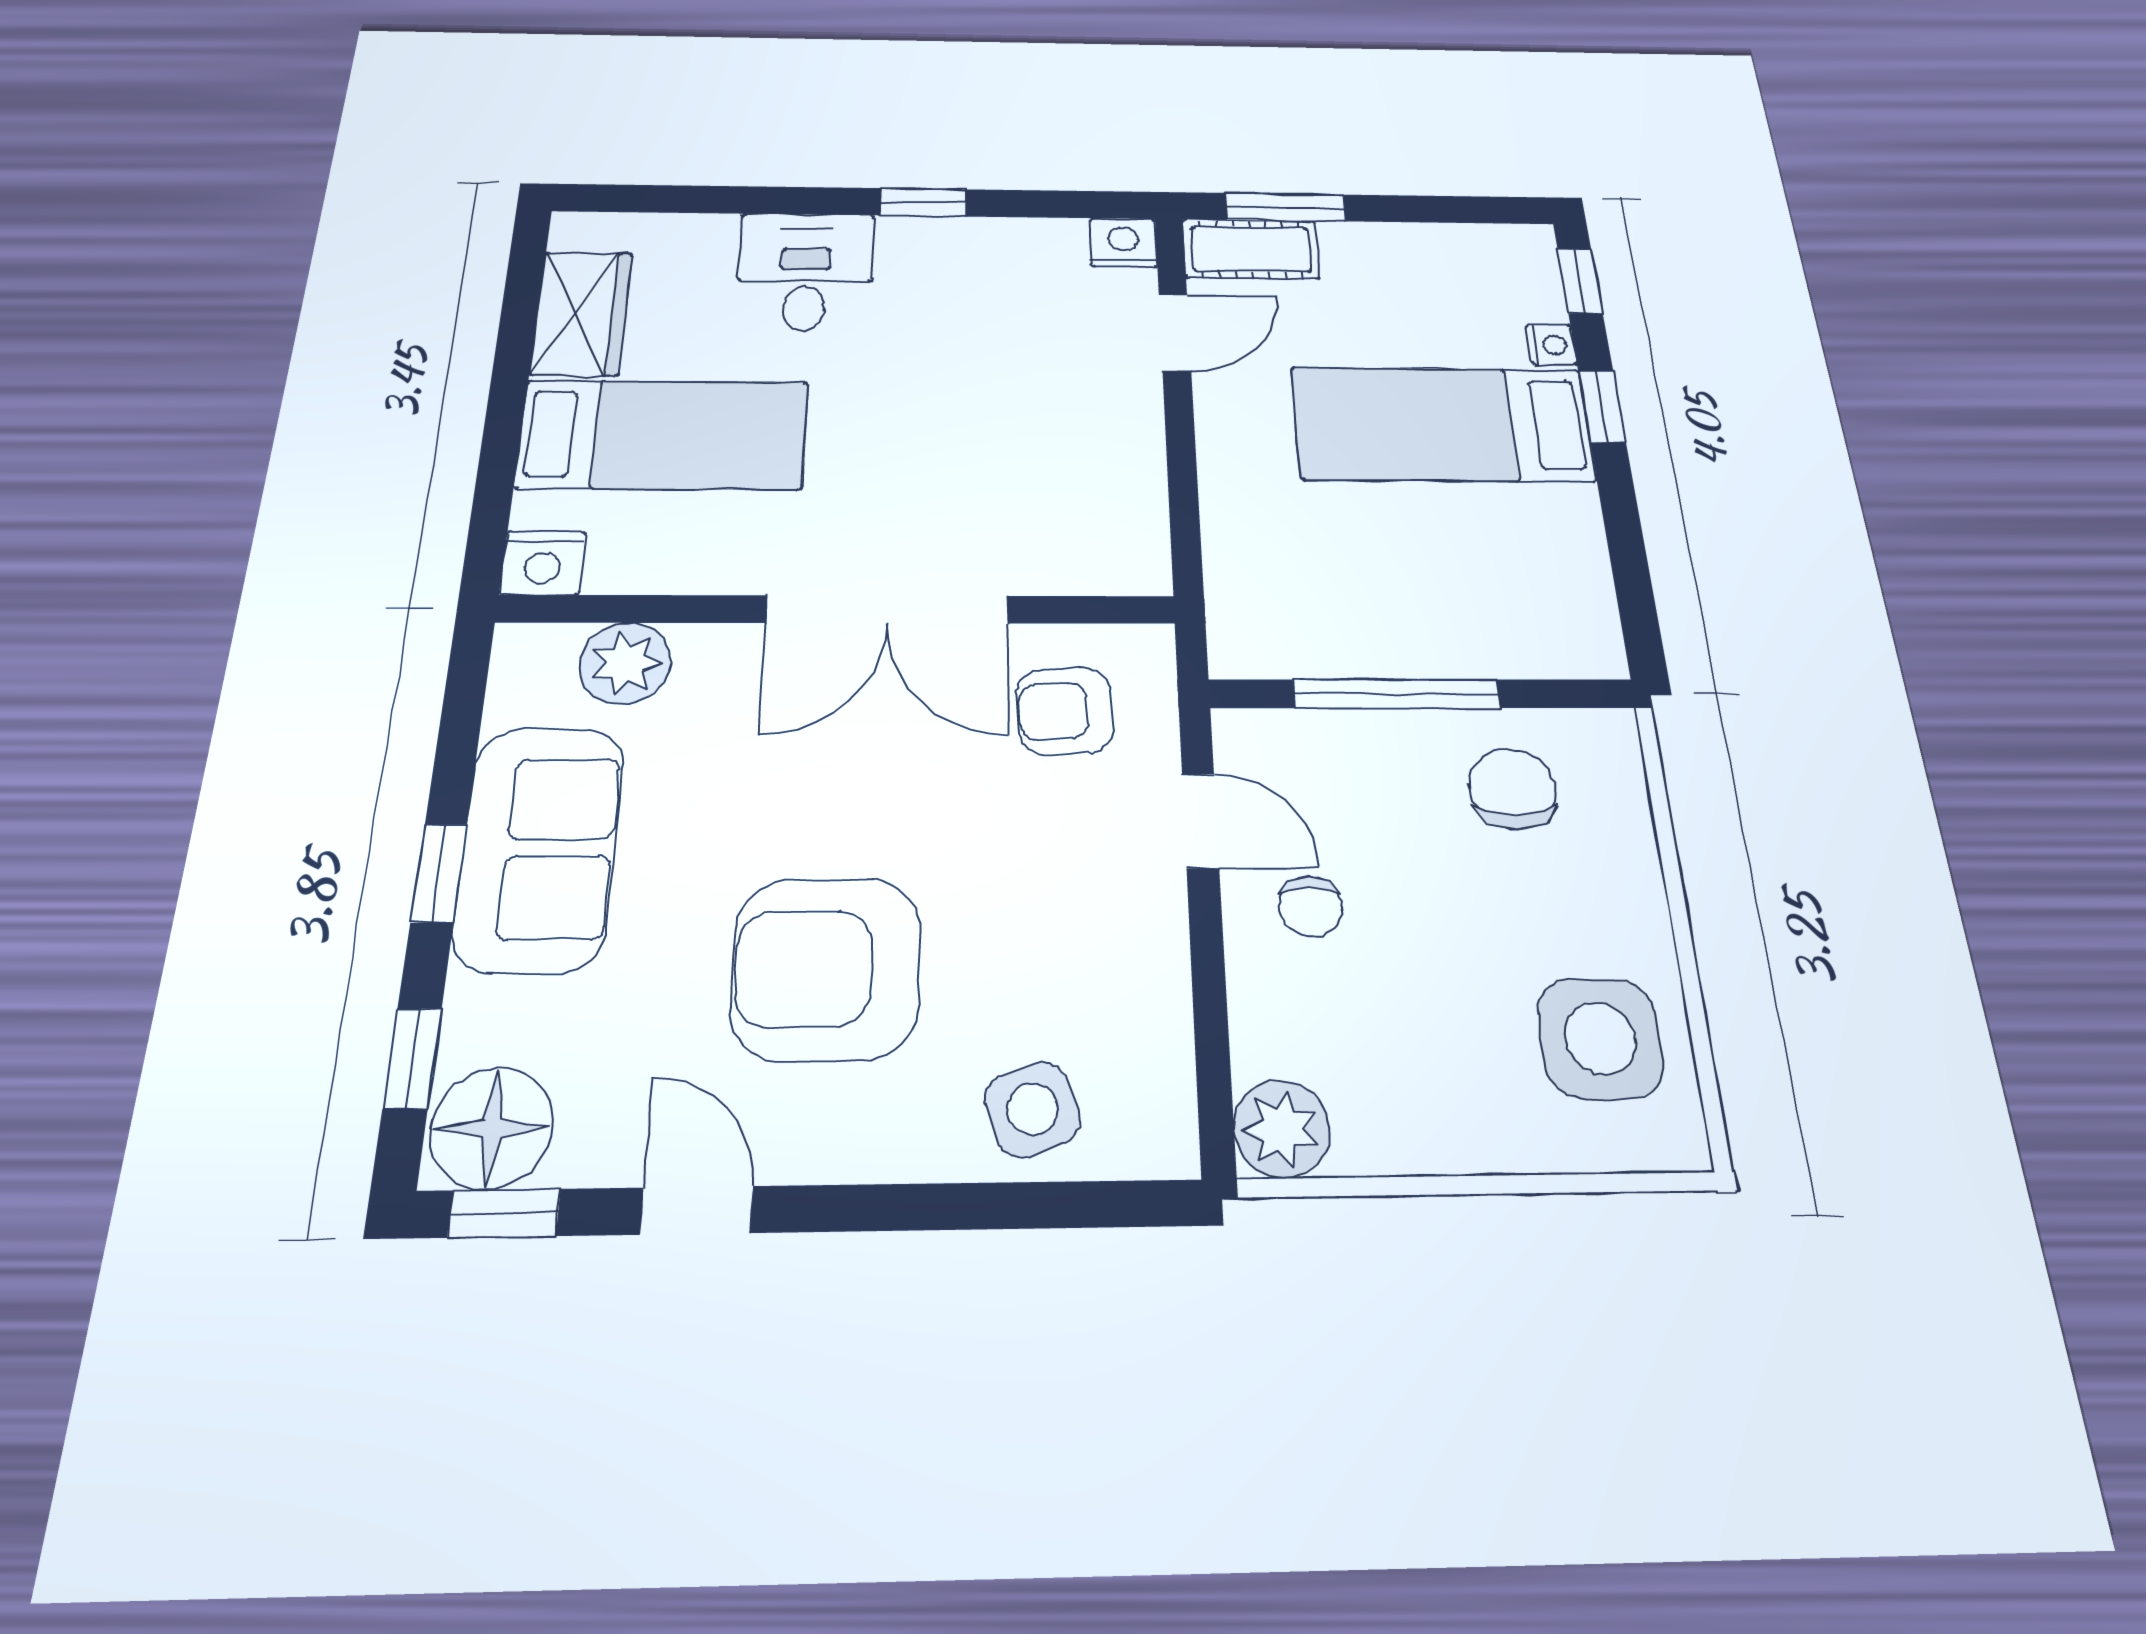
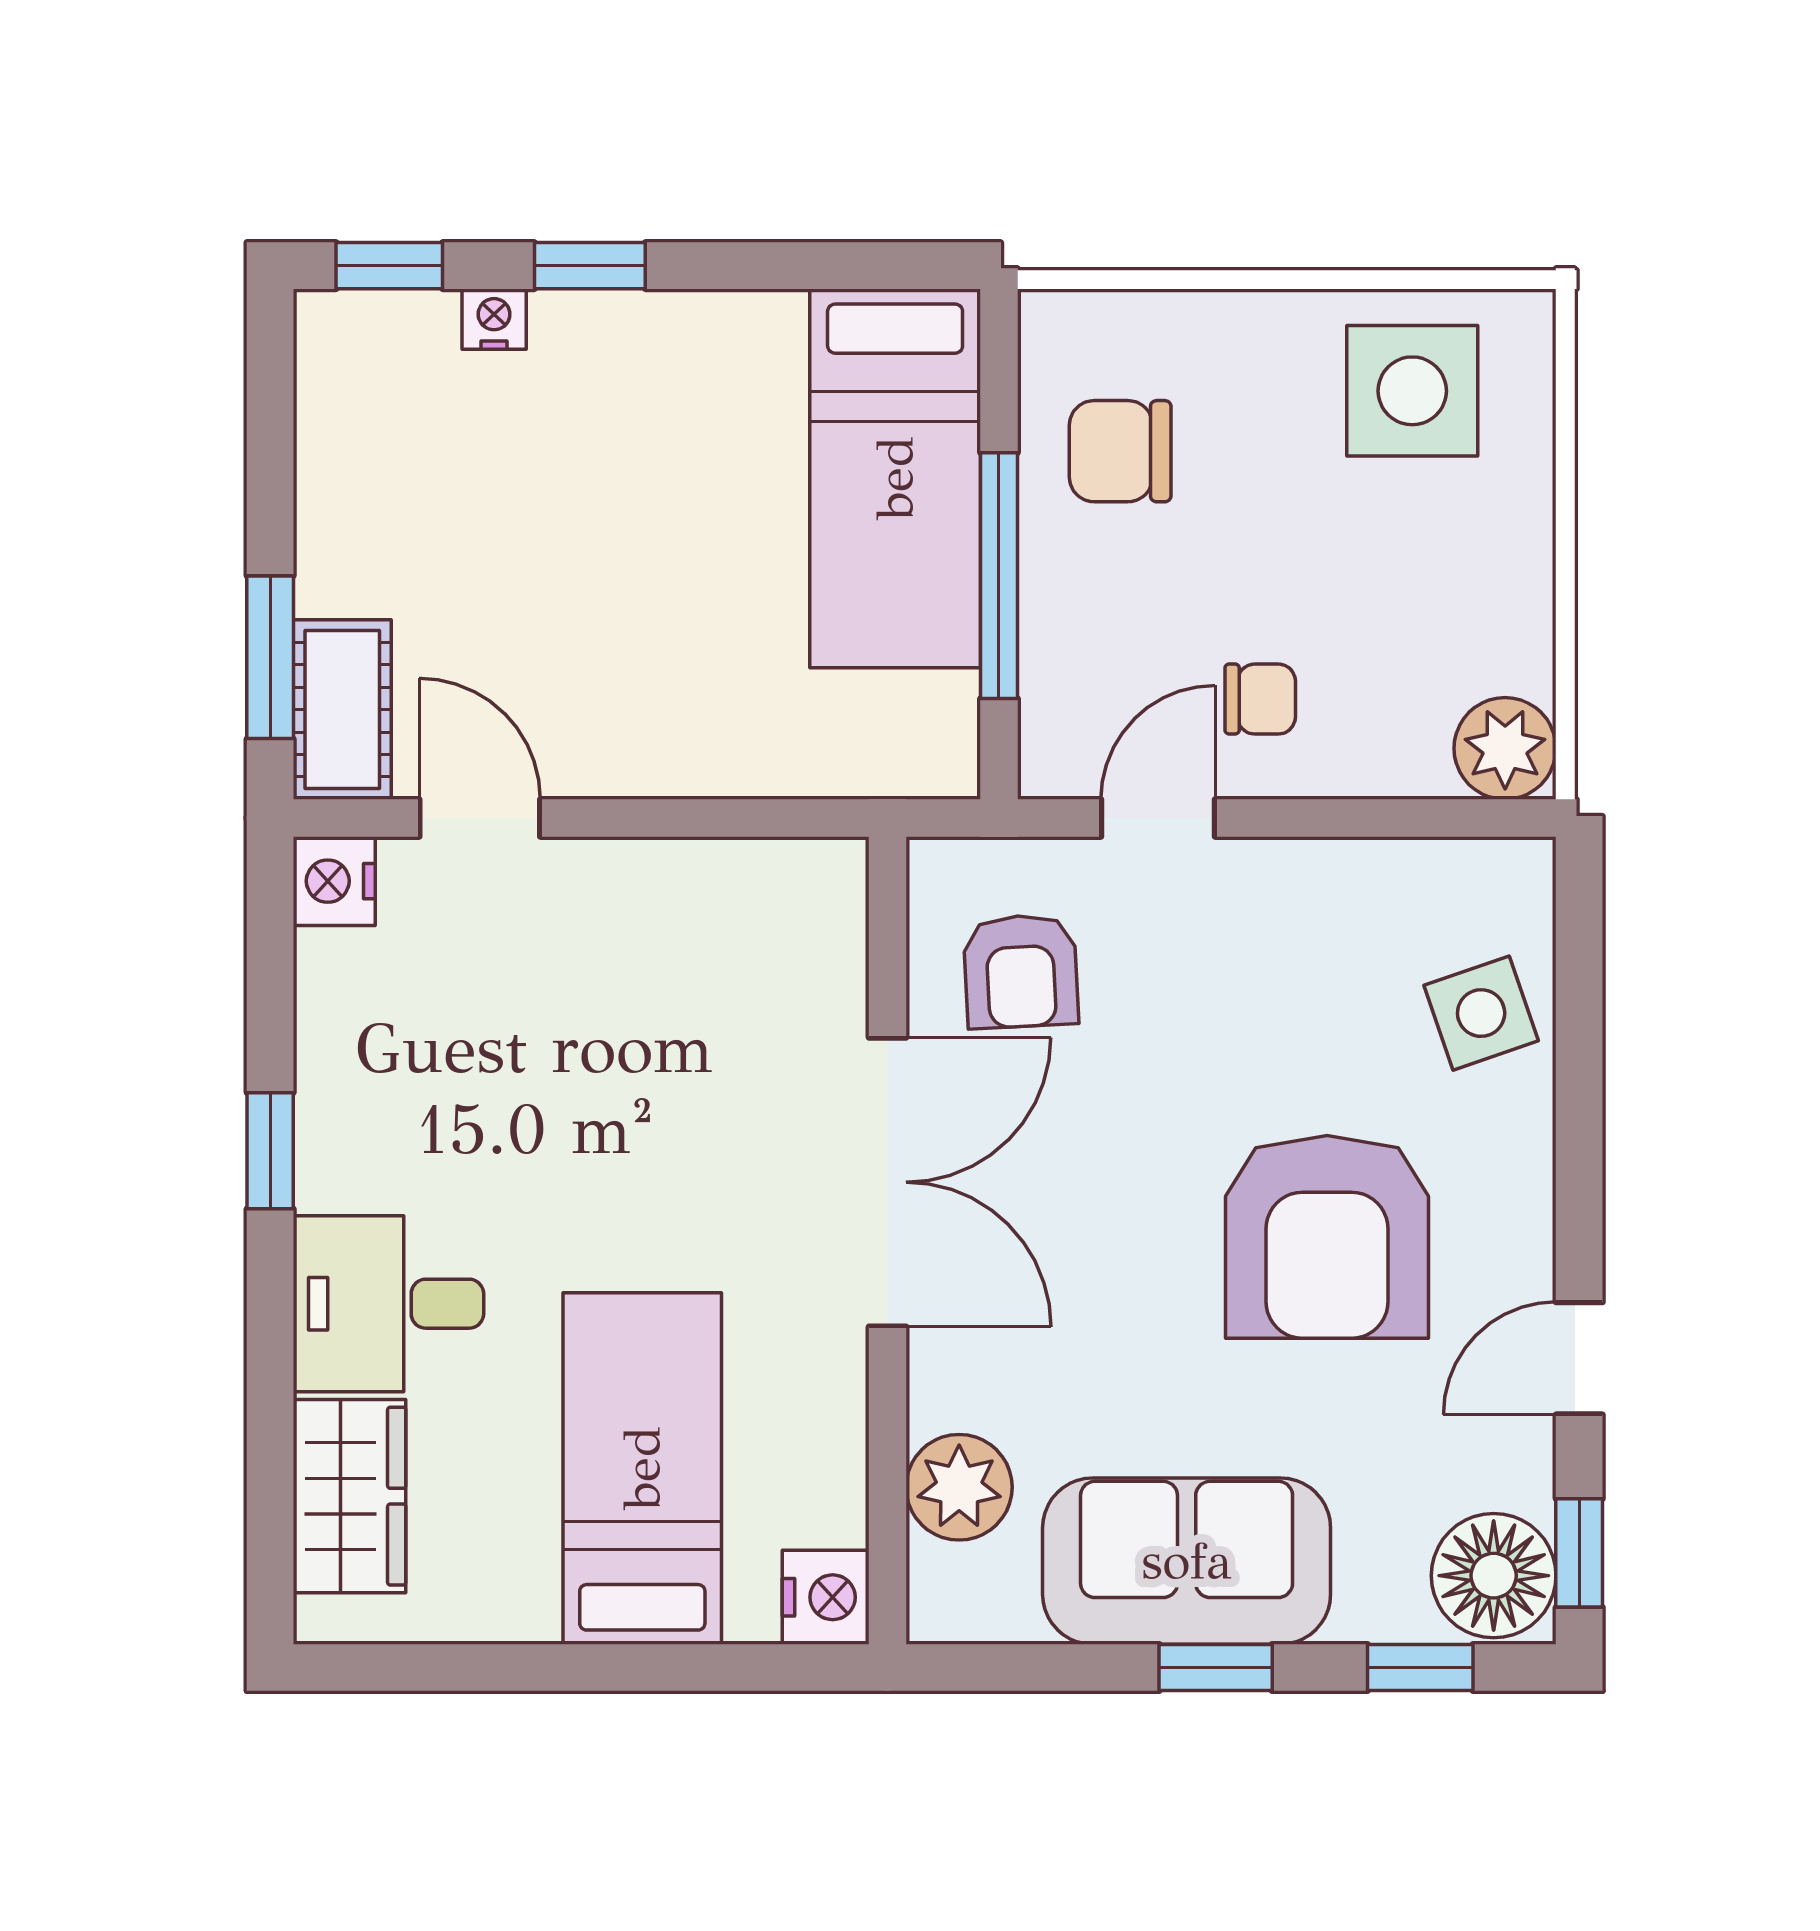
wardrobe: (582, 313) -> (350, 1496), moved, turned 90
bed: (1442, 424) -> (895, 478), moved

